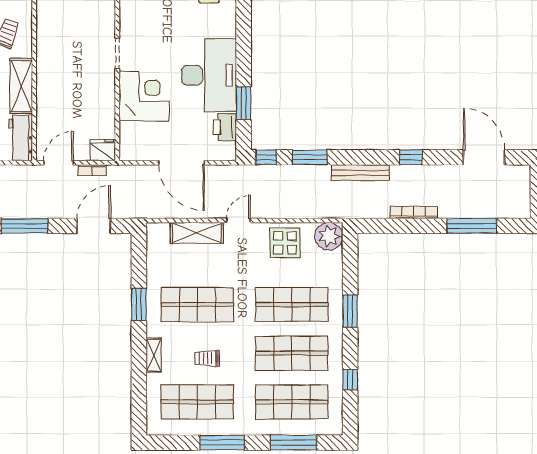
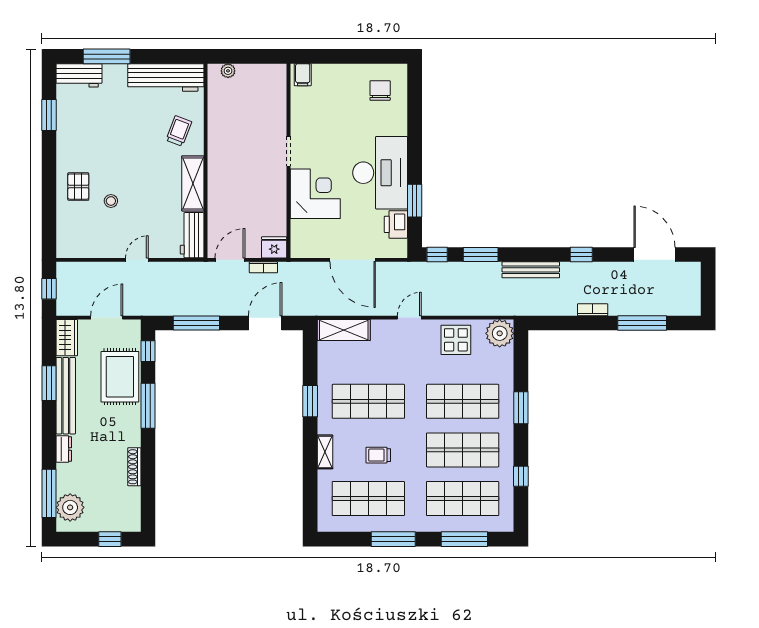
bookcase: (414, 213) -> (593, 310), width x0.64
shelving: (197, 233) -> (344, 330), moved

